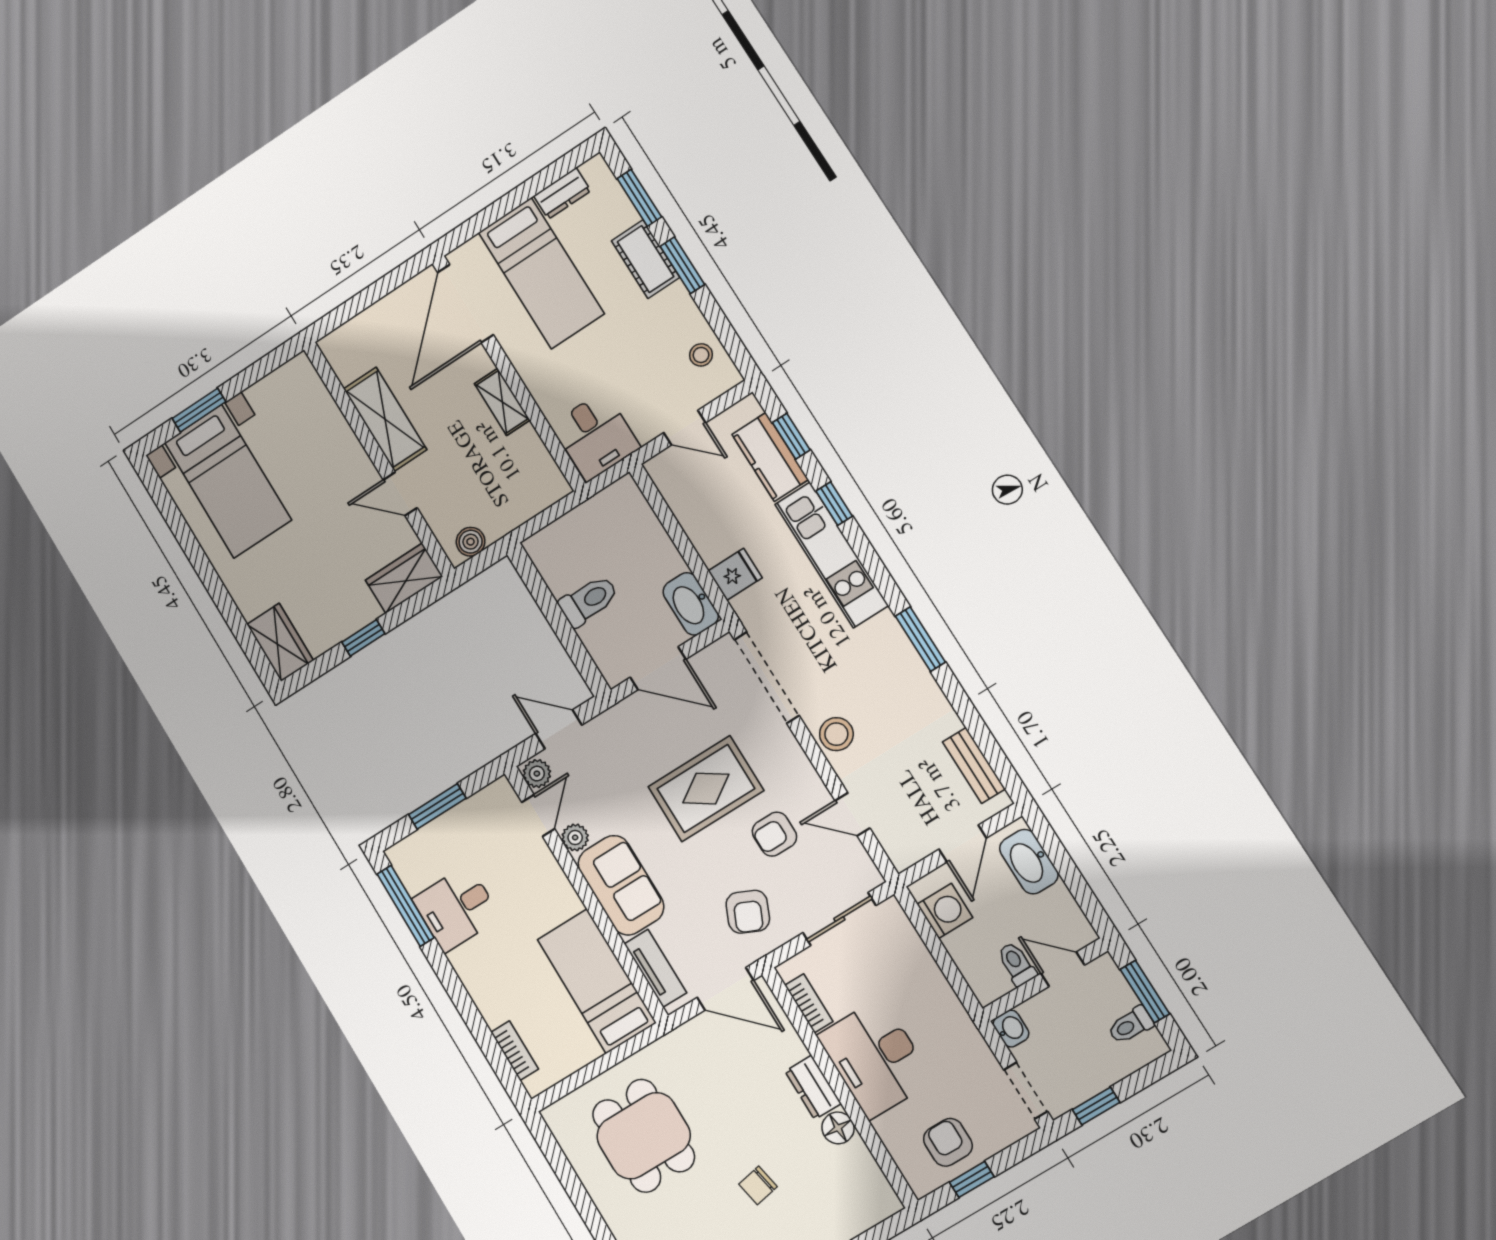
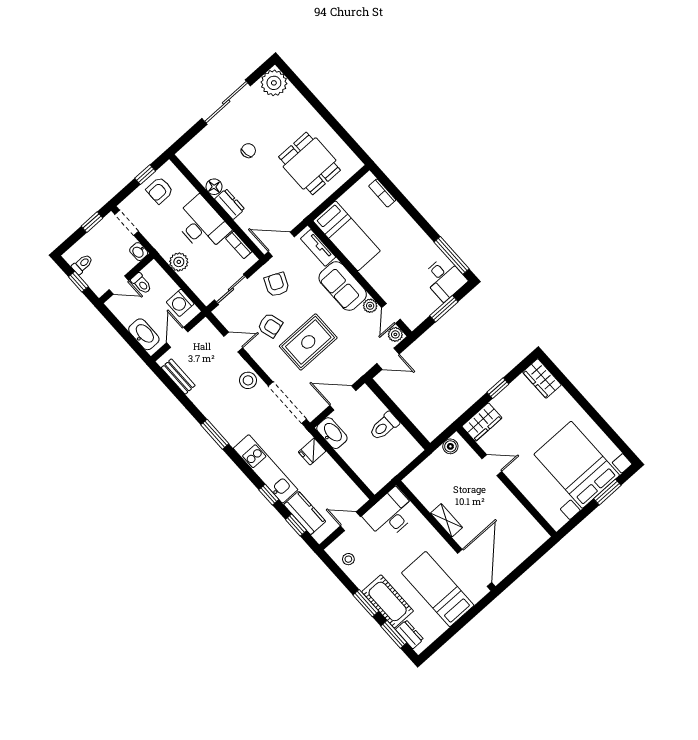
dresser: (562, 193) -> (409, 634), moved, turned 90
cot: (646, 259) -> (388, 601), width x1.37, depth x1.34
shelving: (385, 419) -> (507, 502), removed
desk: (596, 436) -> (390, 514), width x1.37
bed with nightstands: (228, 481) -> (577, 465), width x1.36
armchair: (774, 834) -> (270, 325), turned 74
desk: (456, 908) -> (444, 279), moved, turned 90
window: (1145, 992) -> (78, 282), width x0.67
plant: (934, 993) -> (179, 262), added
armchair: (948, 1142) -> (160, 190), turned 90

